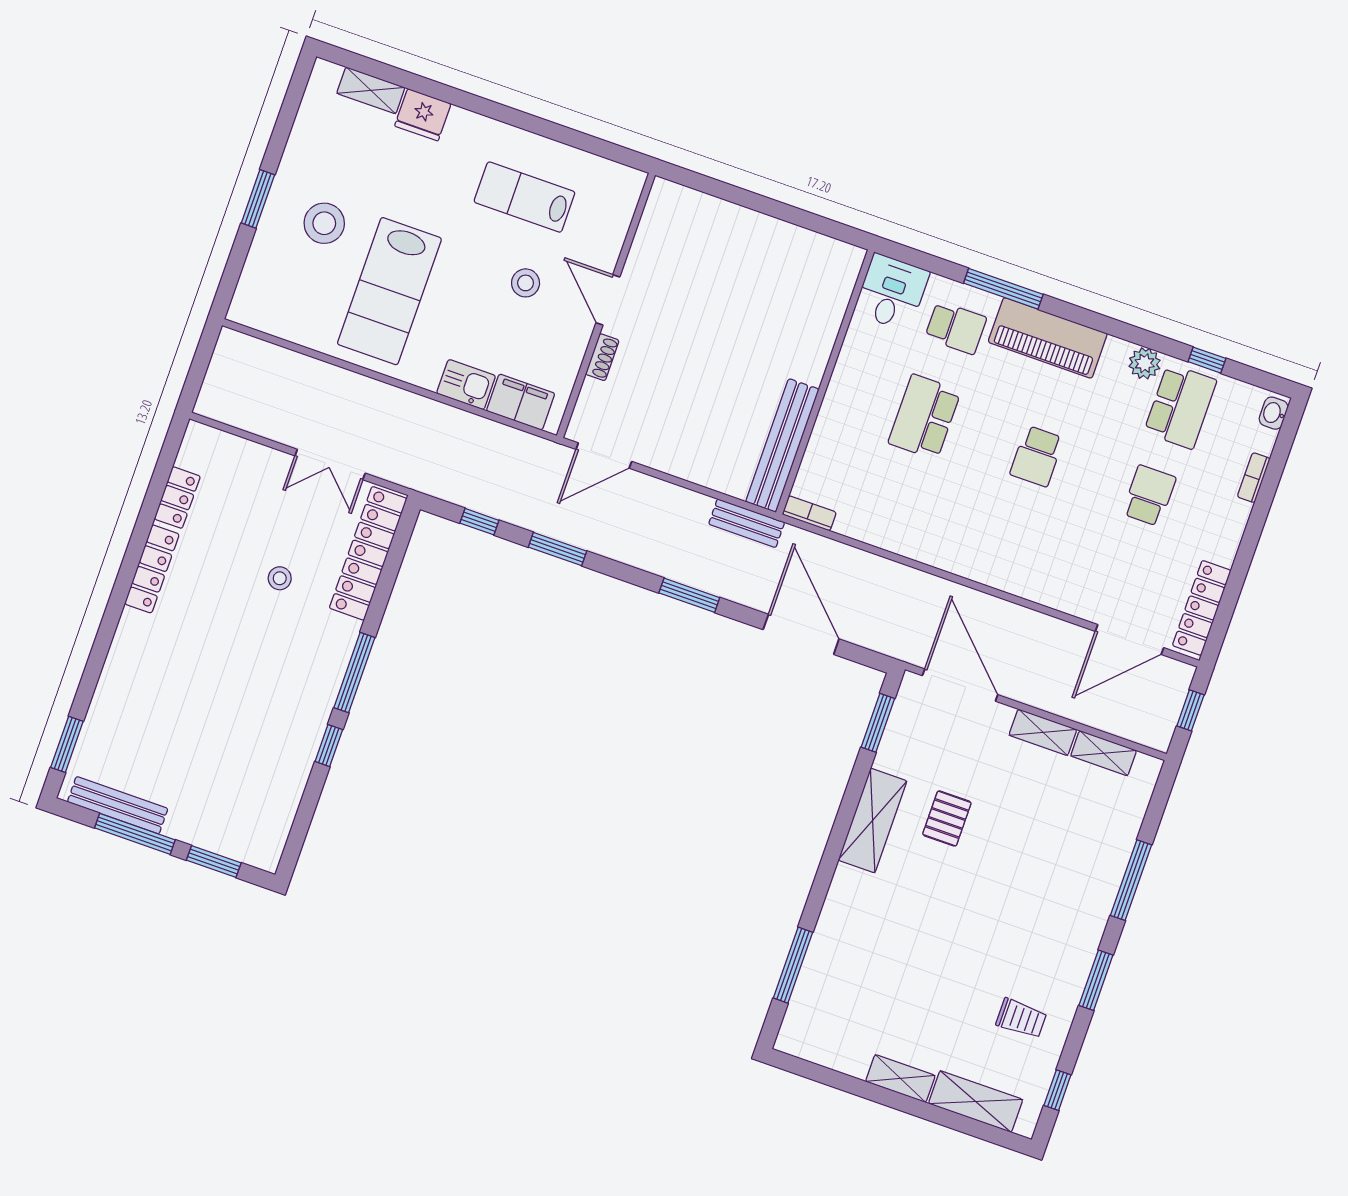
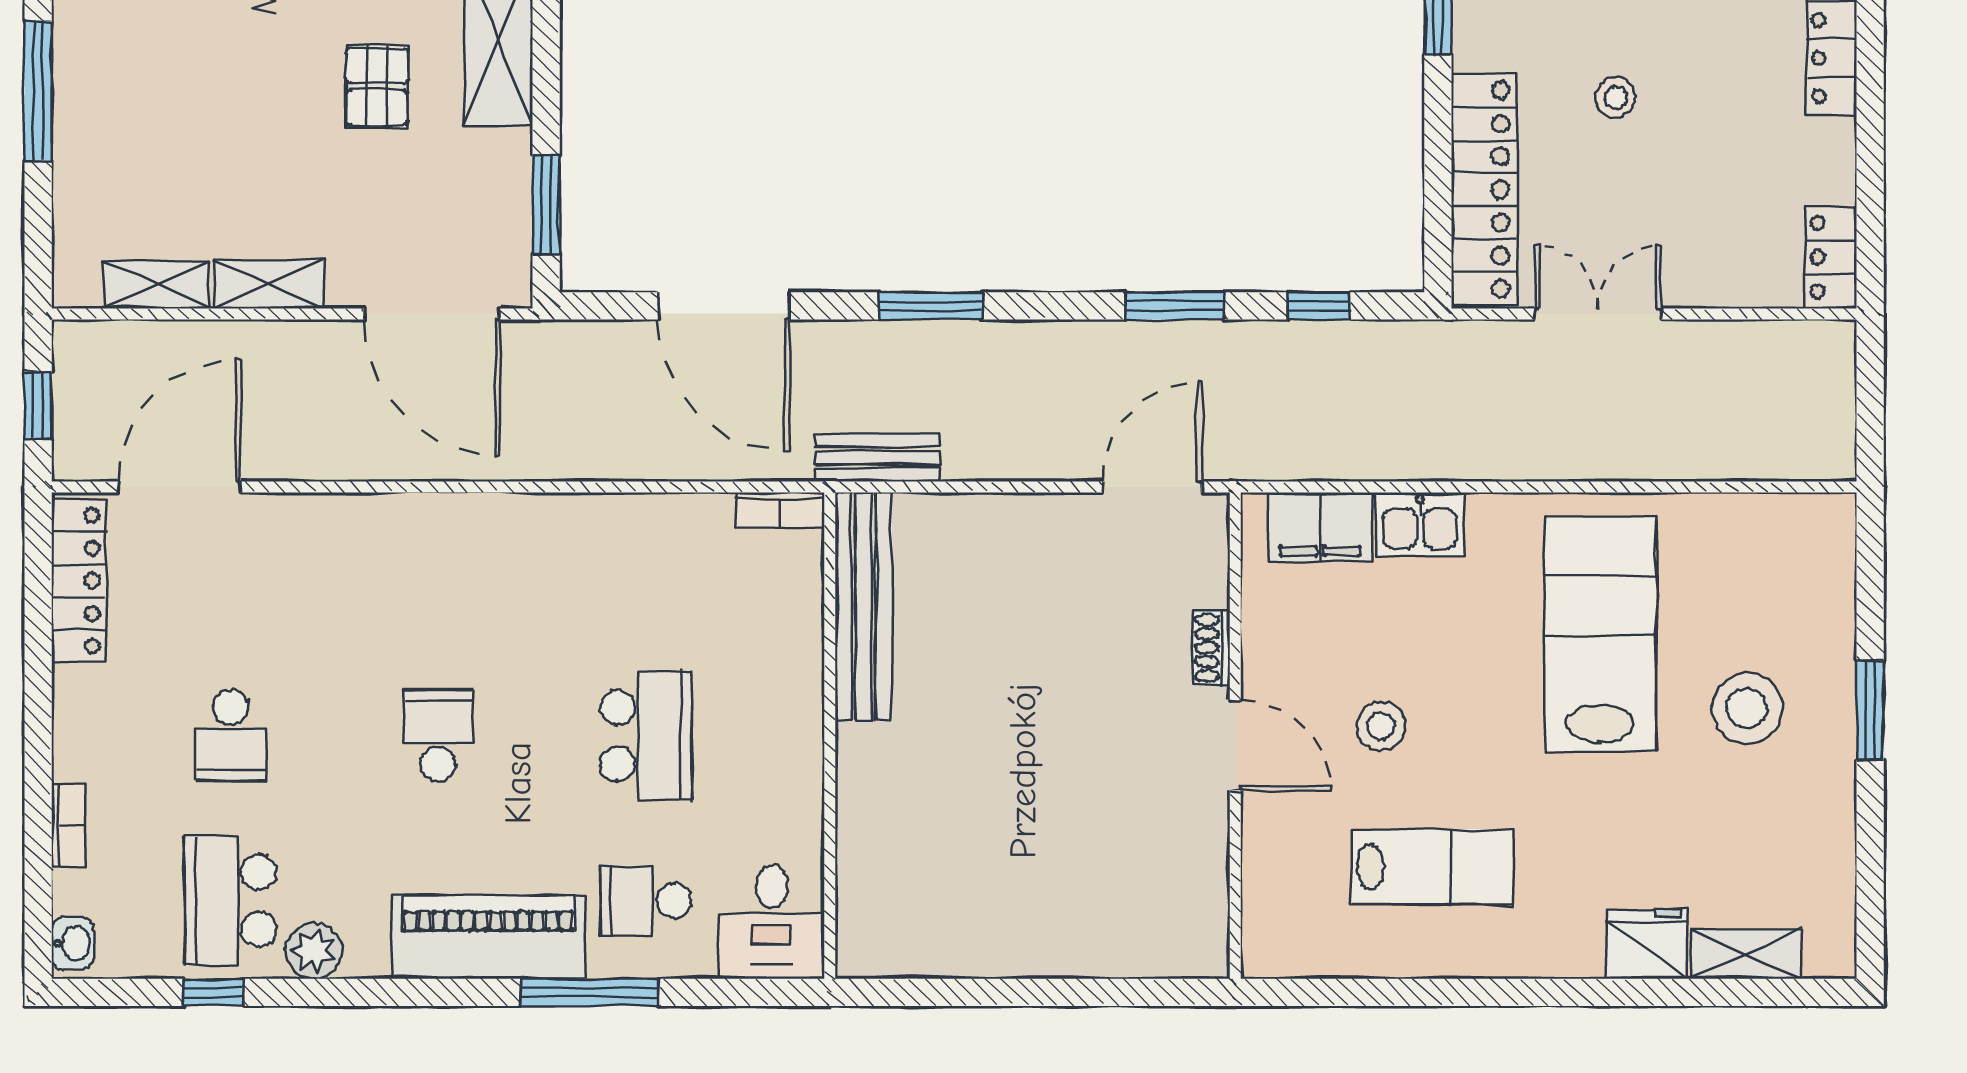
locker: (177, 498) -> (1831, 257), moved

